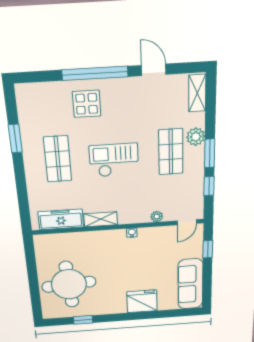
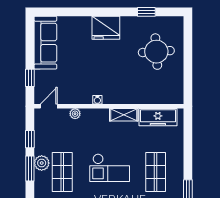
plant: (196, 137) -> (42, 163), moved
round table: (69, 284) -> (156, 52), width x0.73, depth x0.73
fridge: (142, 301) -> (106, 28), moved

